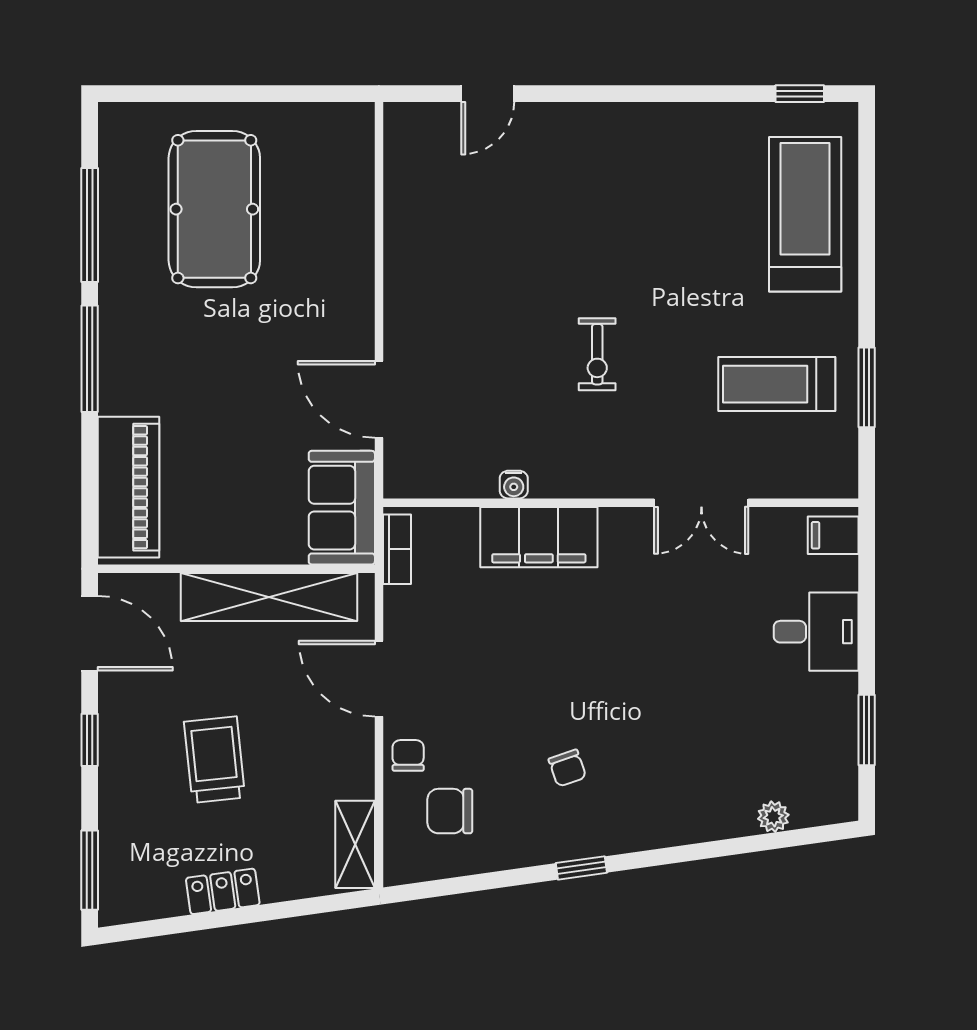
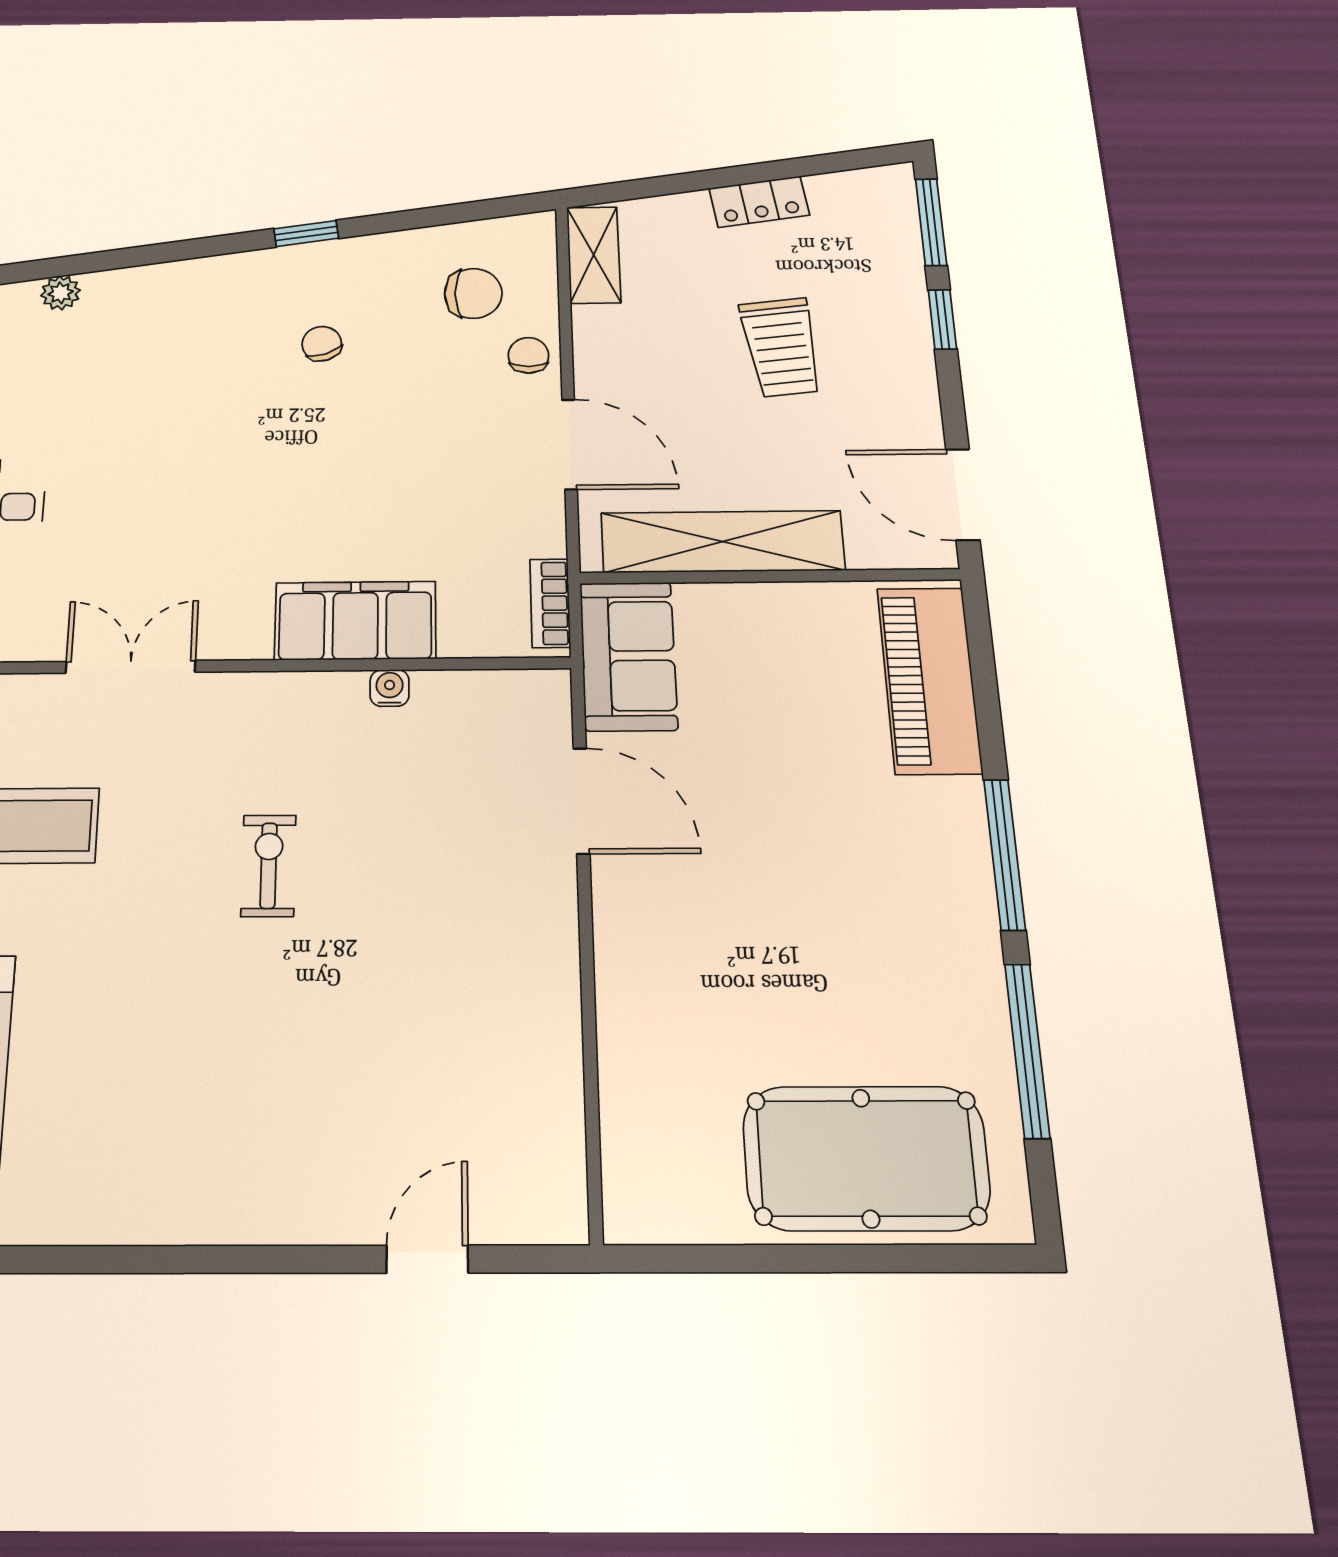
pool table: (214, 209) -> (866, 1158), moved, turned 90
window: (90, 740) -> (942, 319), moved
chair: (408, 755) -> (528, 355), turned 180

